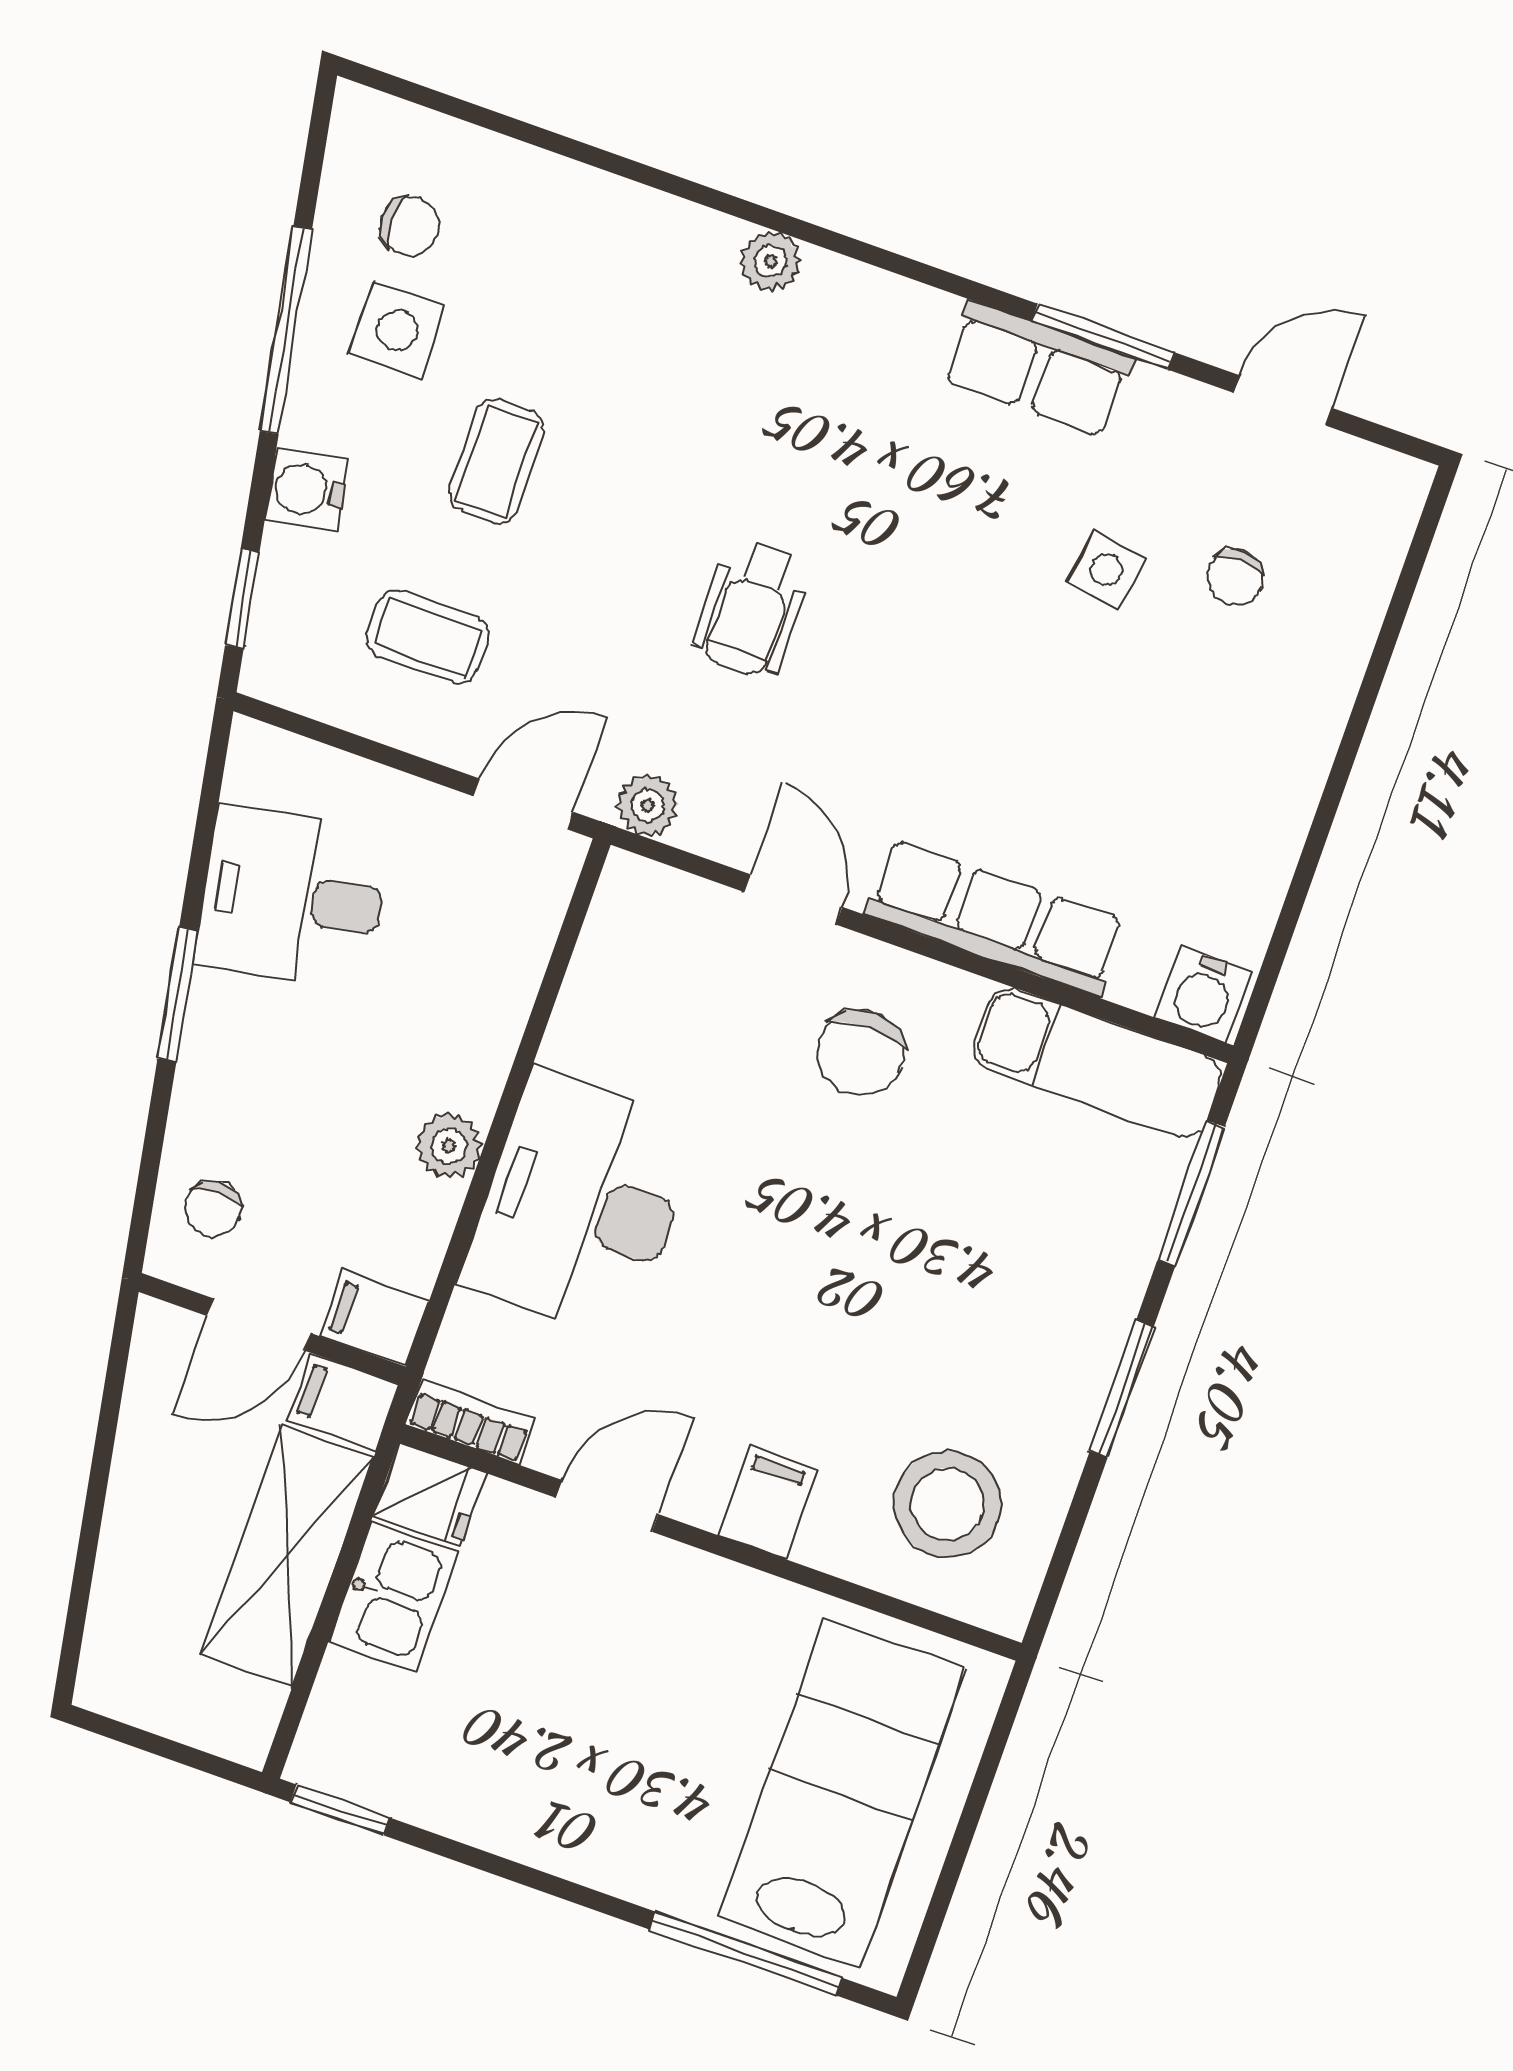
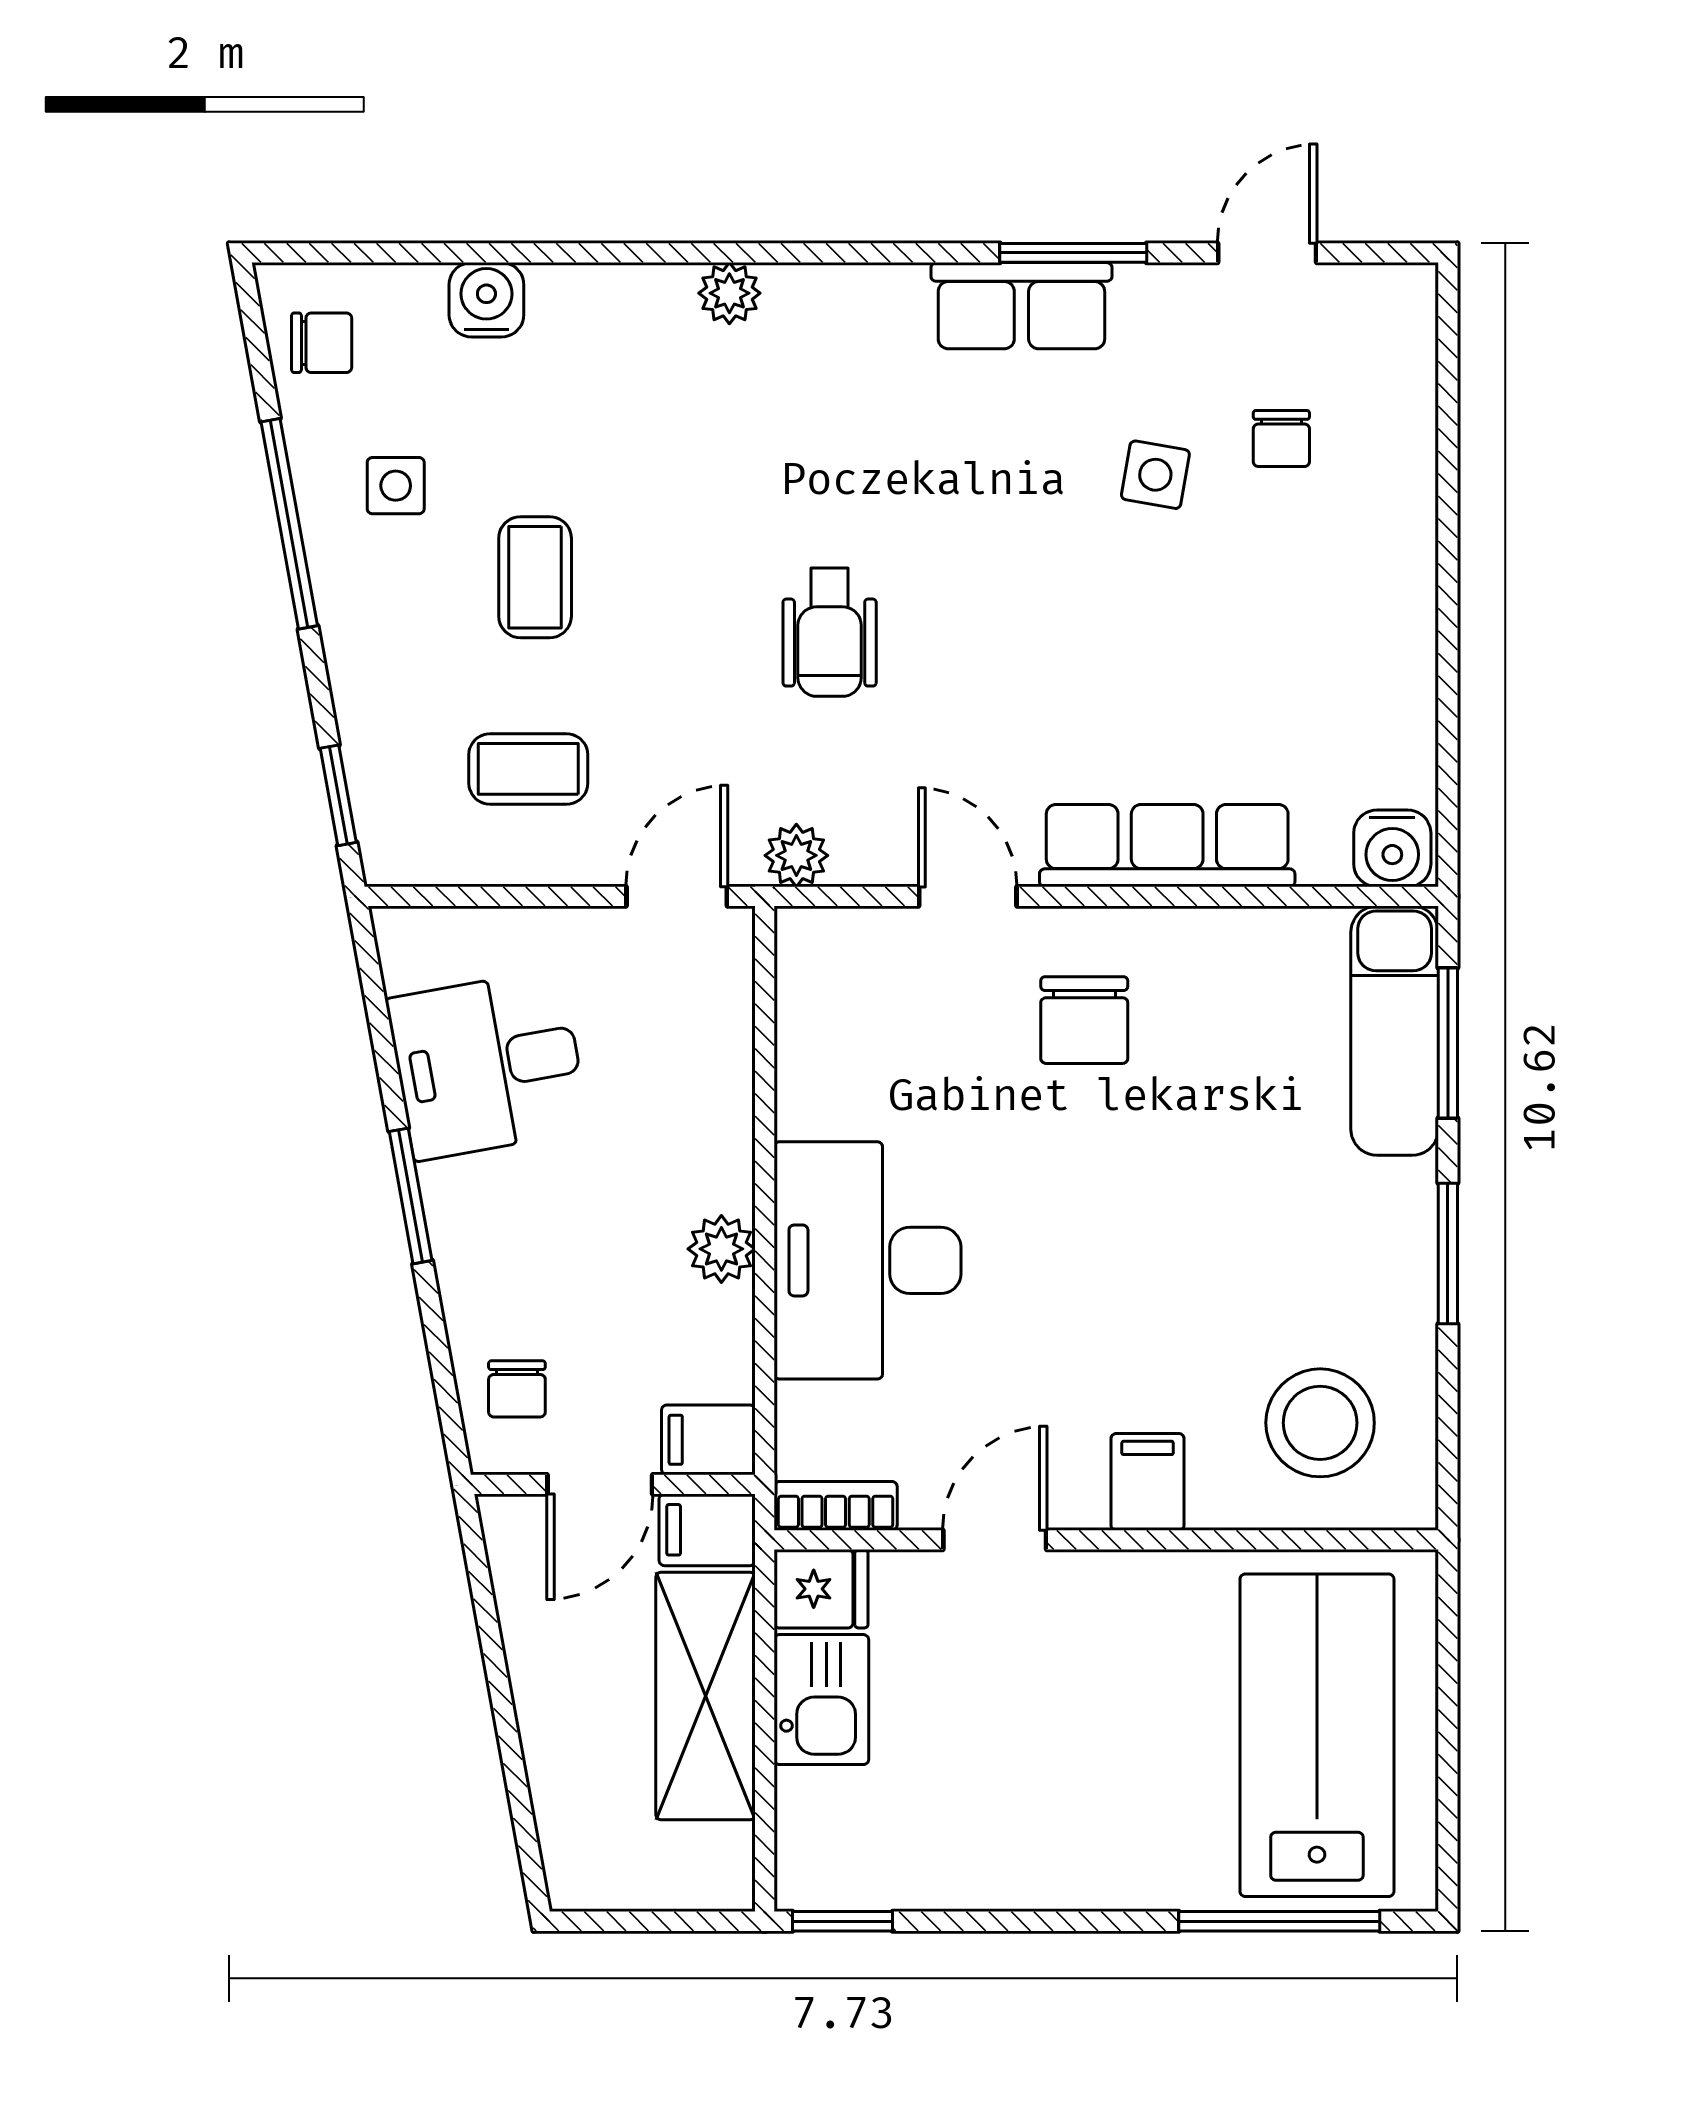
chair: (410, 226) -> (322, 343), moved
side table: (397, 330) -> (396, 486), width x0.73, depth x0.73
water cooler: (307, 490) -> (486, 300), moved, turned 100
exam couch: (1097, 1063) -> (1395, 1031), moved, turned 90

